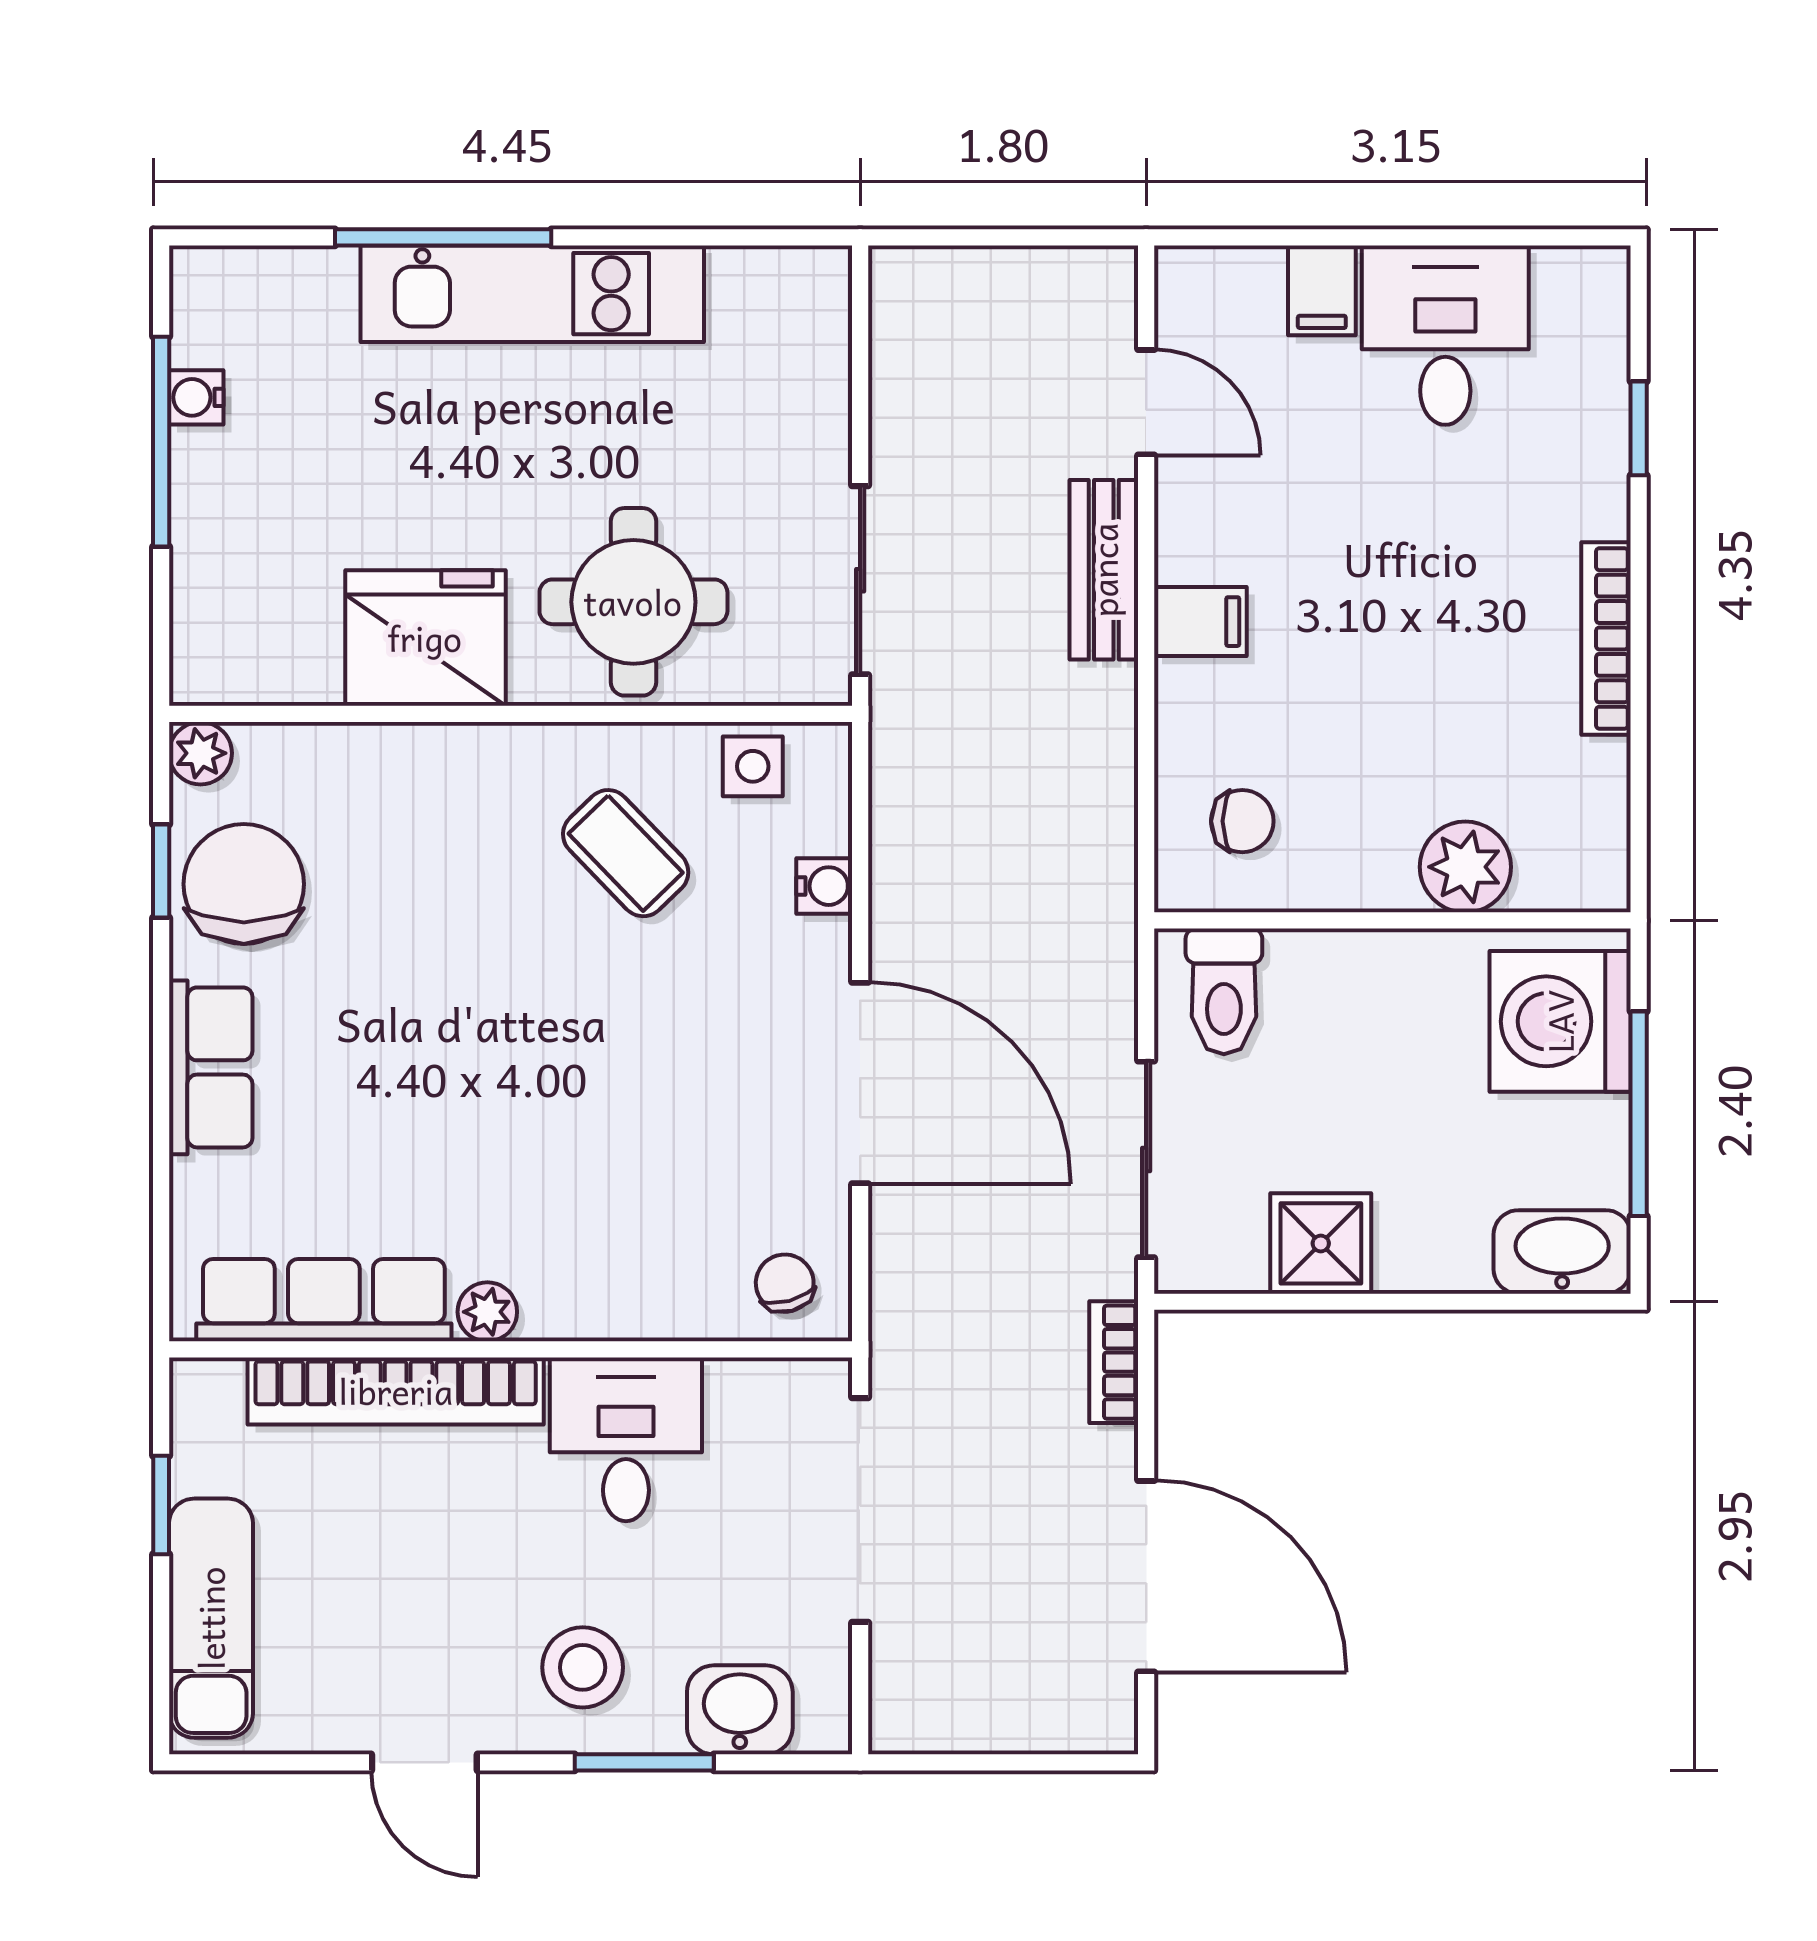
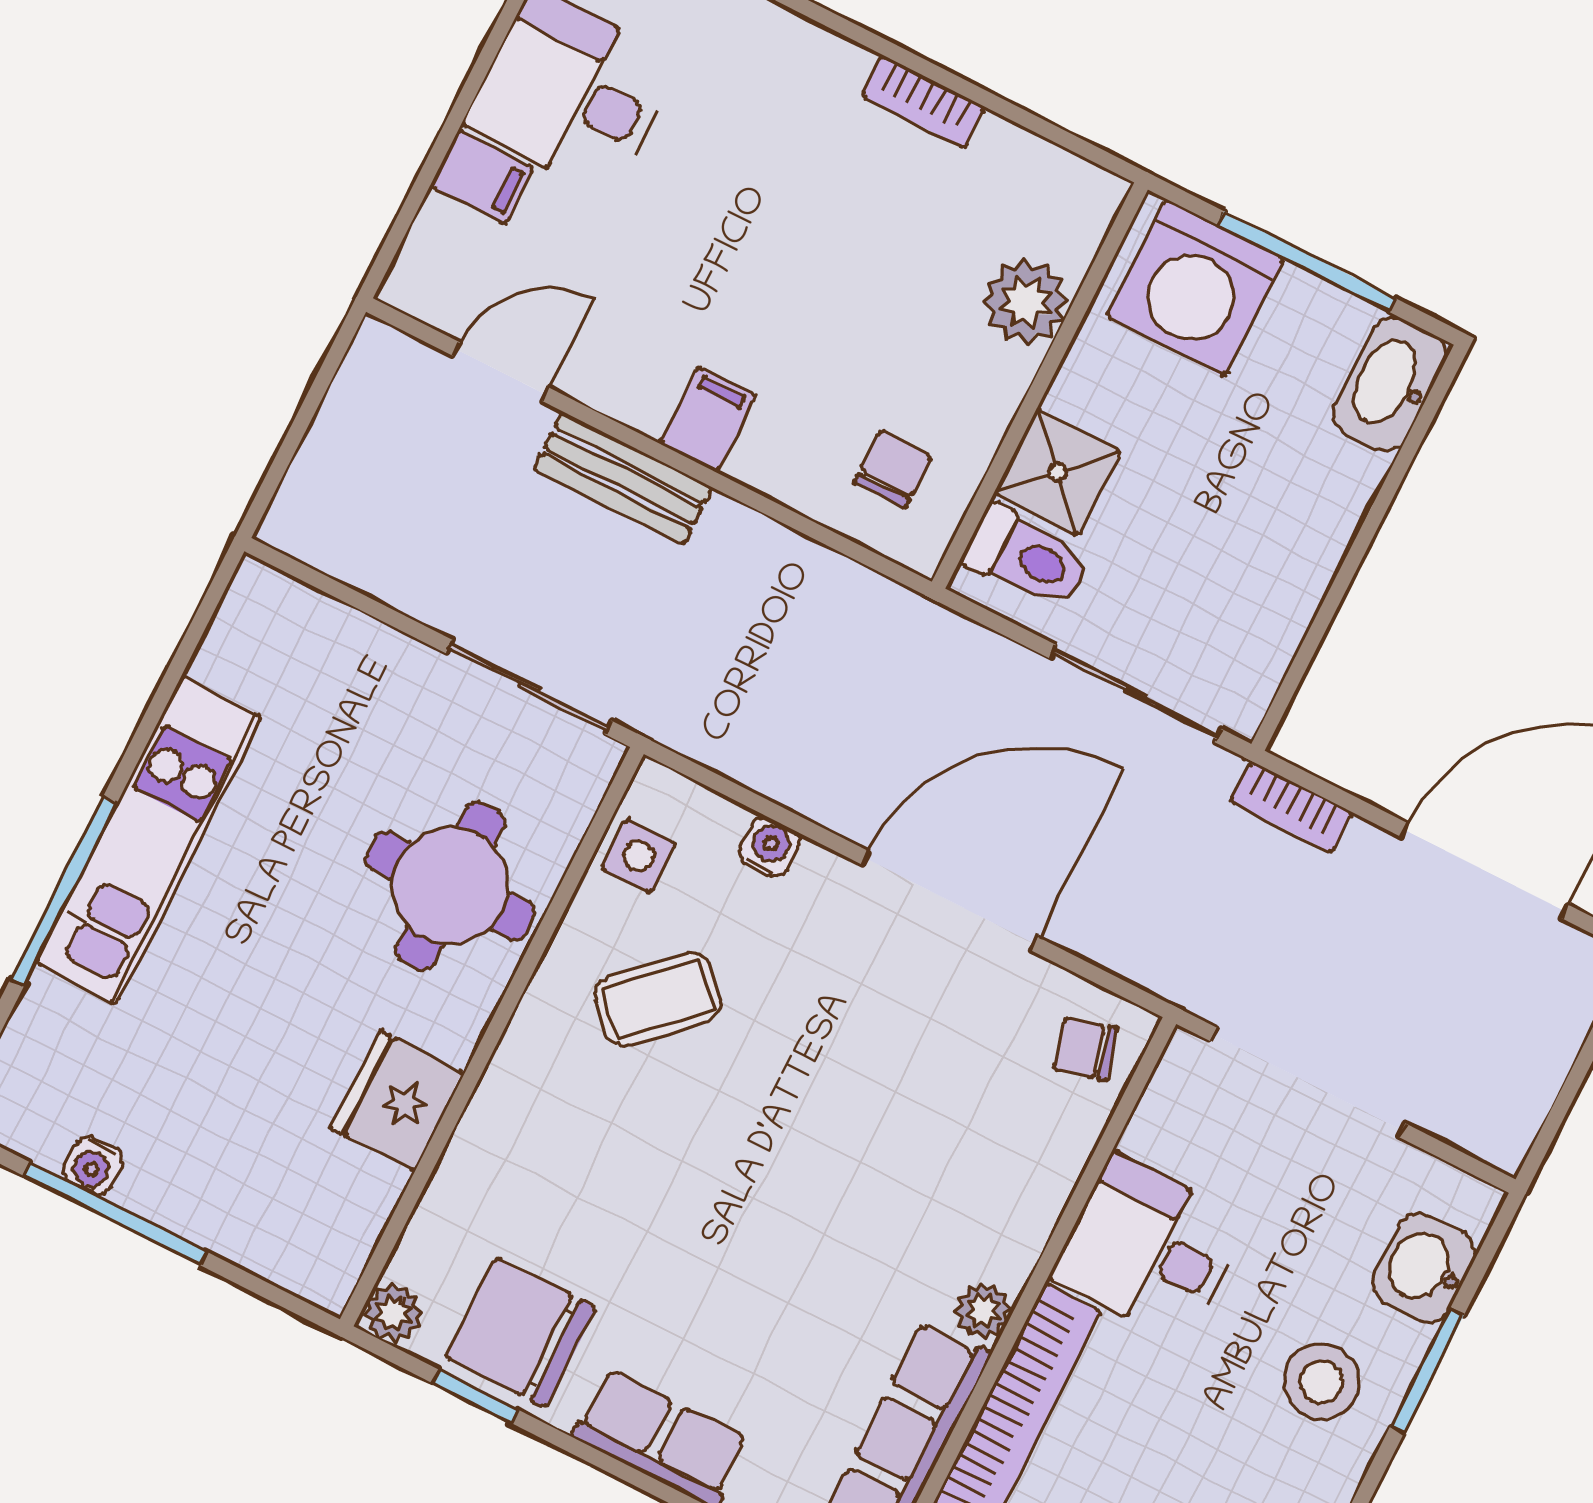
fridge: (425, 638) -> (397, 1101), width x0.73, depth x0.75
bookcase: (1606, 638) -> (923, 101), width x0.64
shower: (1321, 1243) -> (1057, 472), moved

